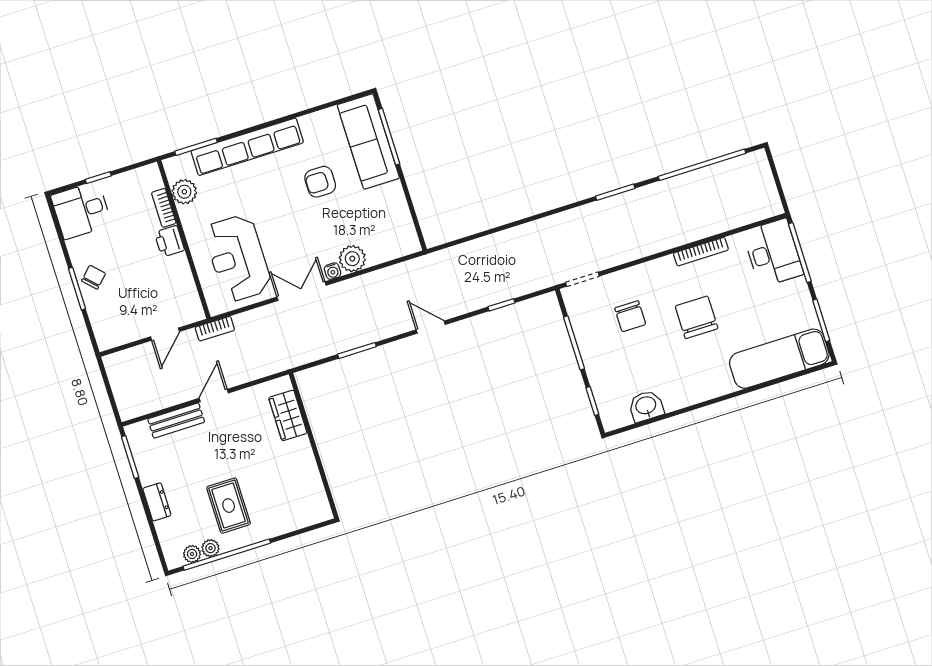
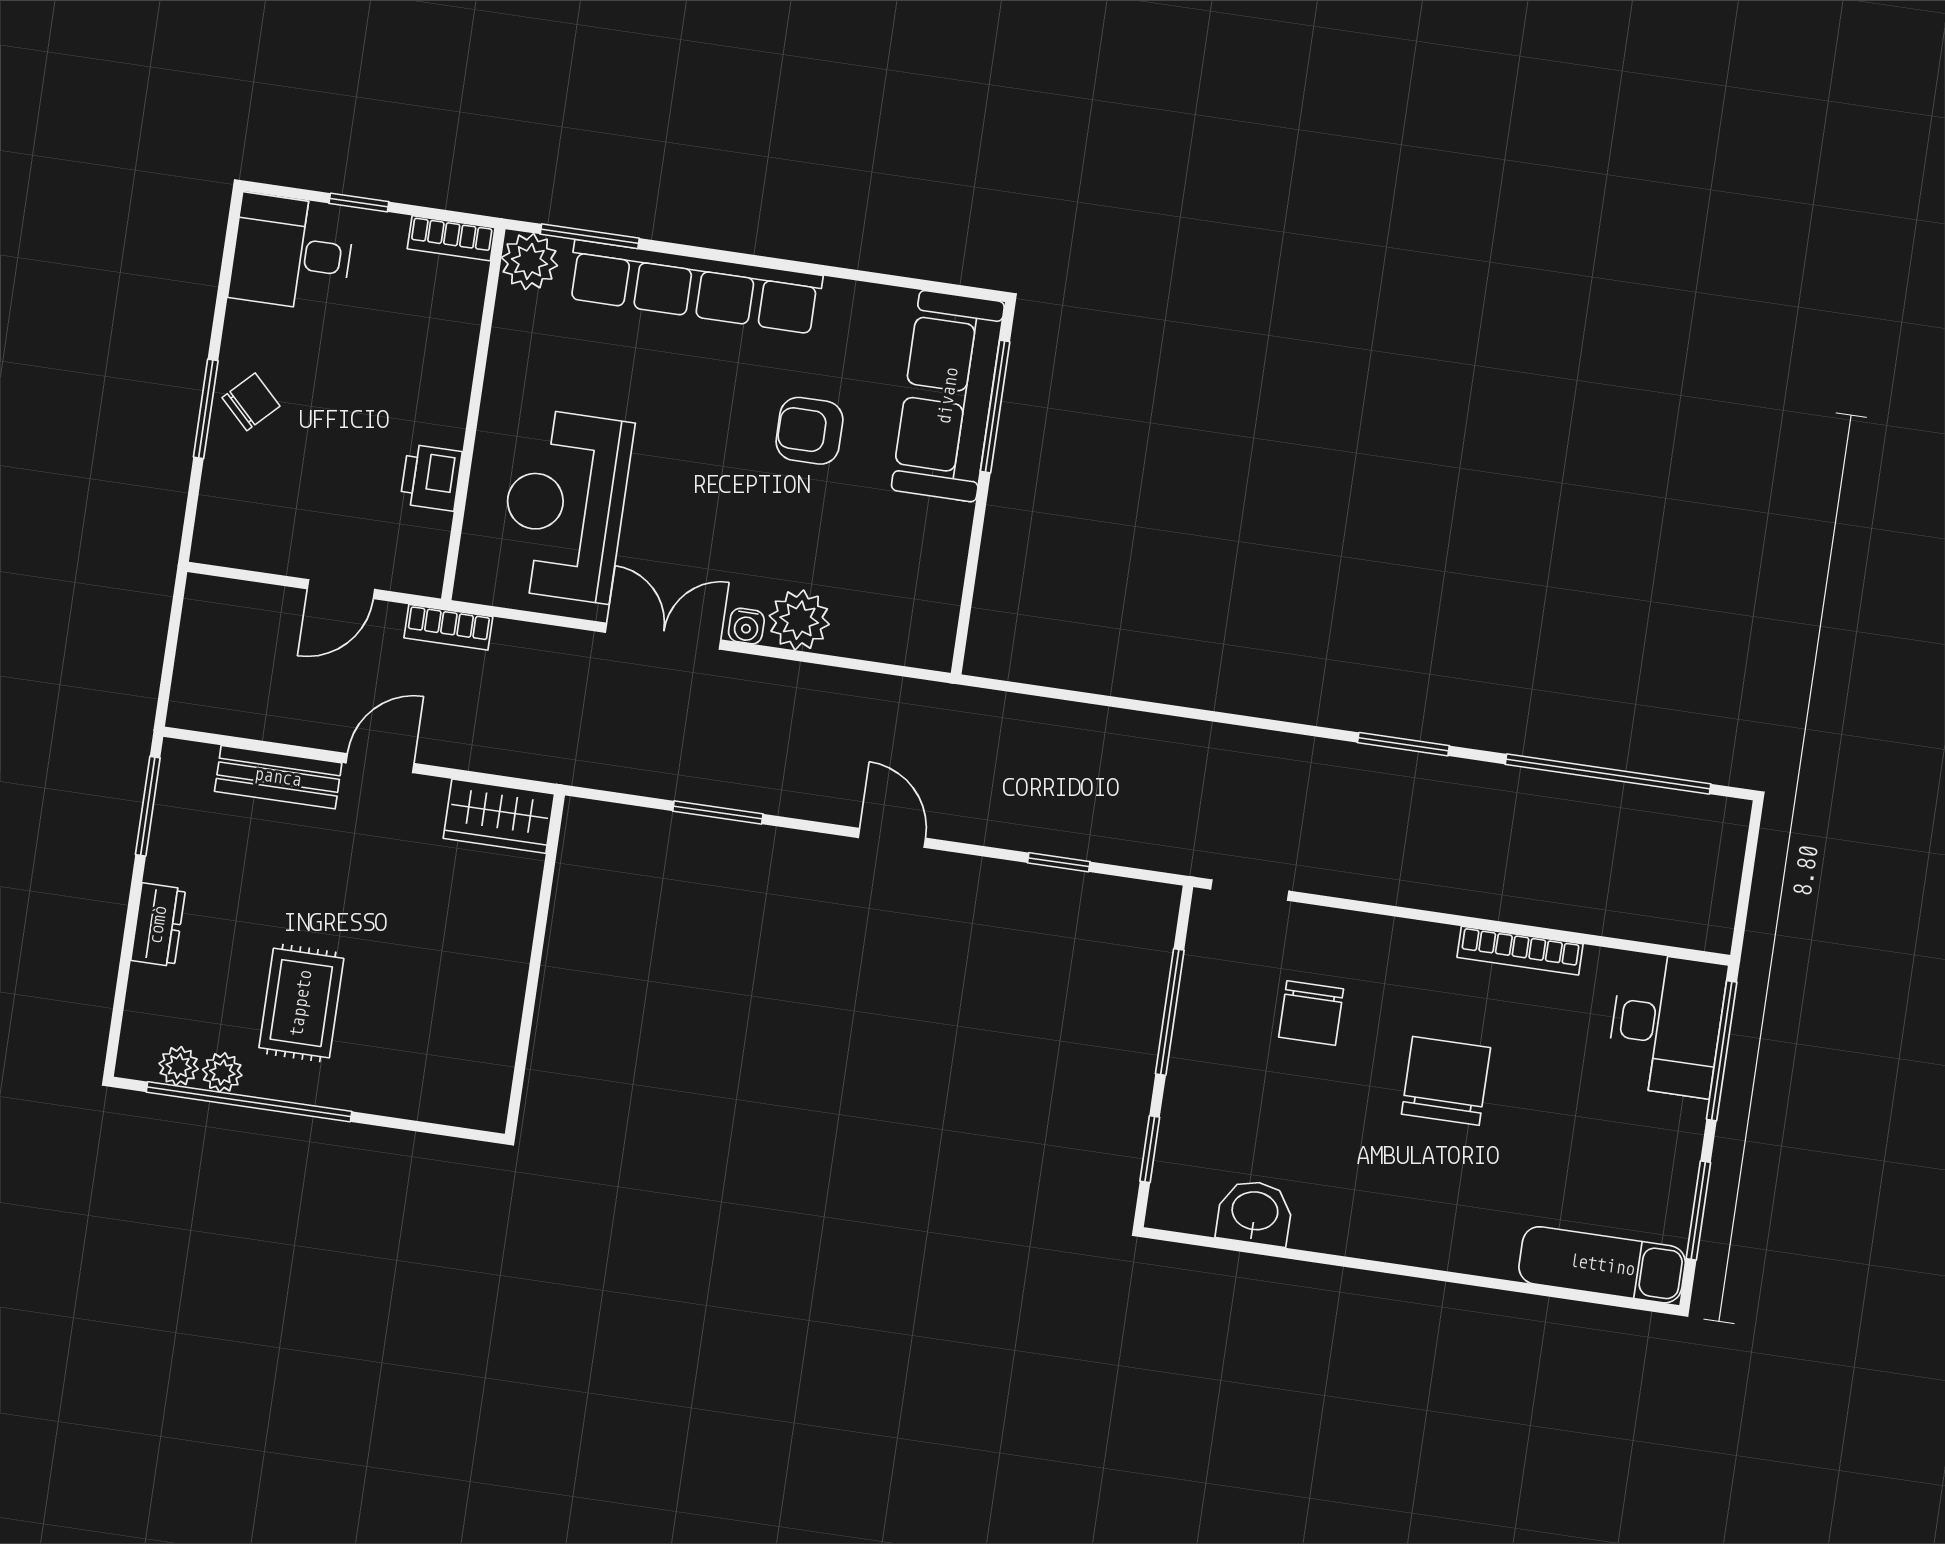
plant: (184, 192) -> (529, 261), moved
bookcase: (164, 208) -> (451, 238), moved, turned -90
printer: (169, 241) -> (431, 478), moved
exam couch: (779, 359) -> (1602, 1265), width x0.73, depth x0.69
wardrobe: (288, 415) -> (499, 816), moved, turned -90

